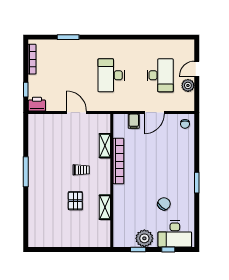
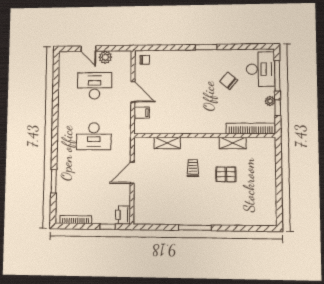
bookcase: (118, 161) -> (251, 128), moved
plant: (144, 238) -> (270, 101), width x0.53, depth x0.53
window: (168, 249) -> (277, 76), width x2.17

